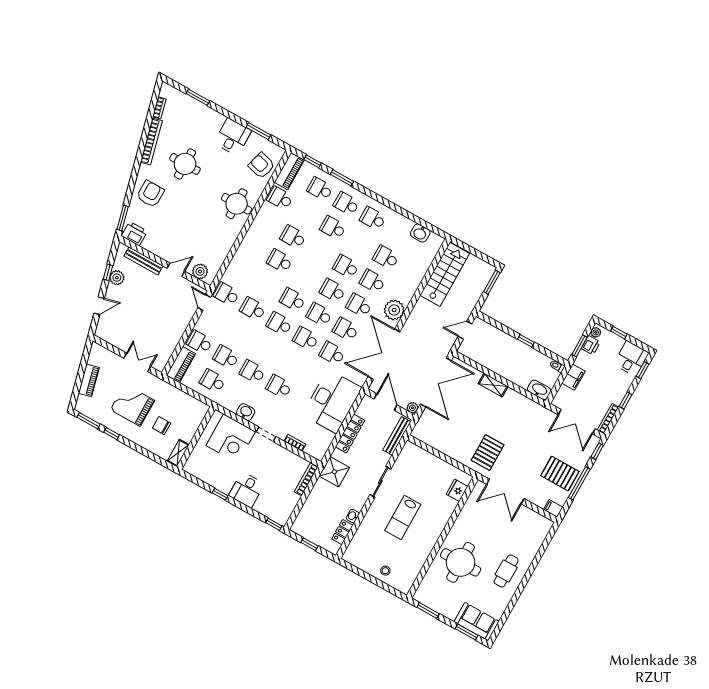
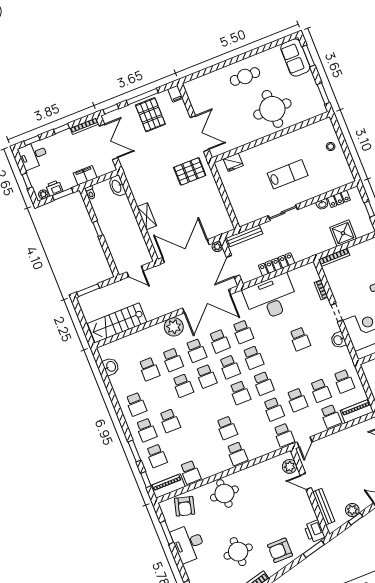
desk: (233, 137) -> (188, 543), width x1.37
school desk: (293, 237) -> (237, 454), moved
school desk: (252, 372) -> (297, 400), moved
shower: (334, 472) -> (343, 233), moved

